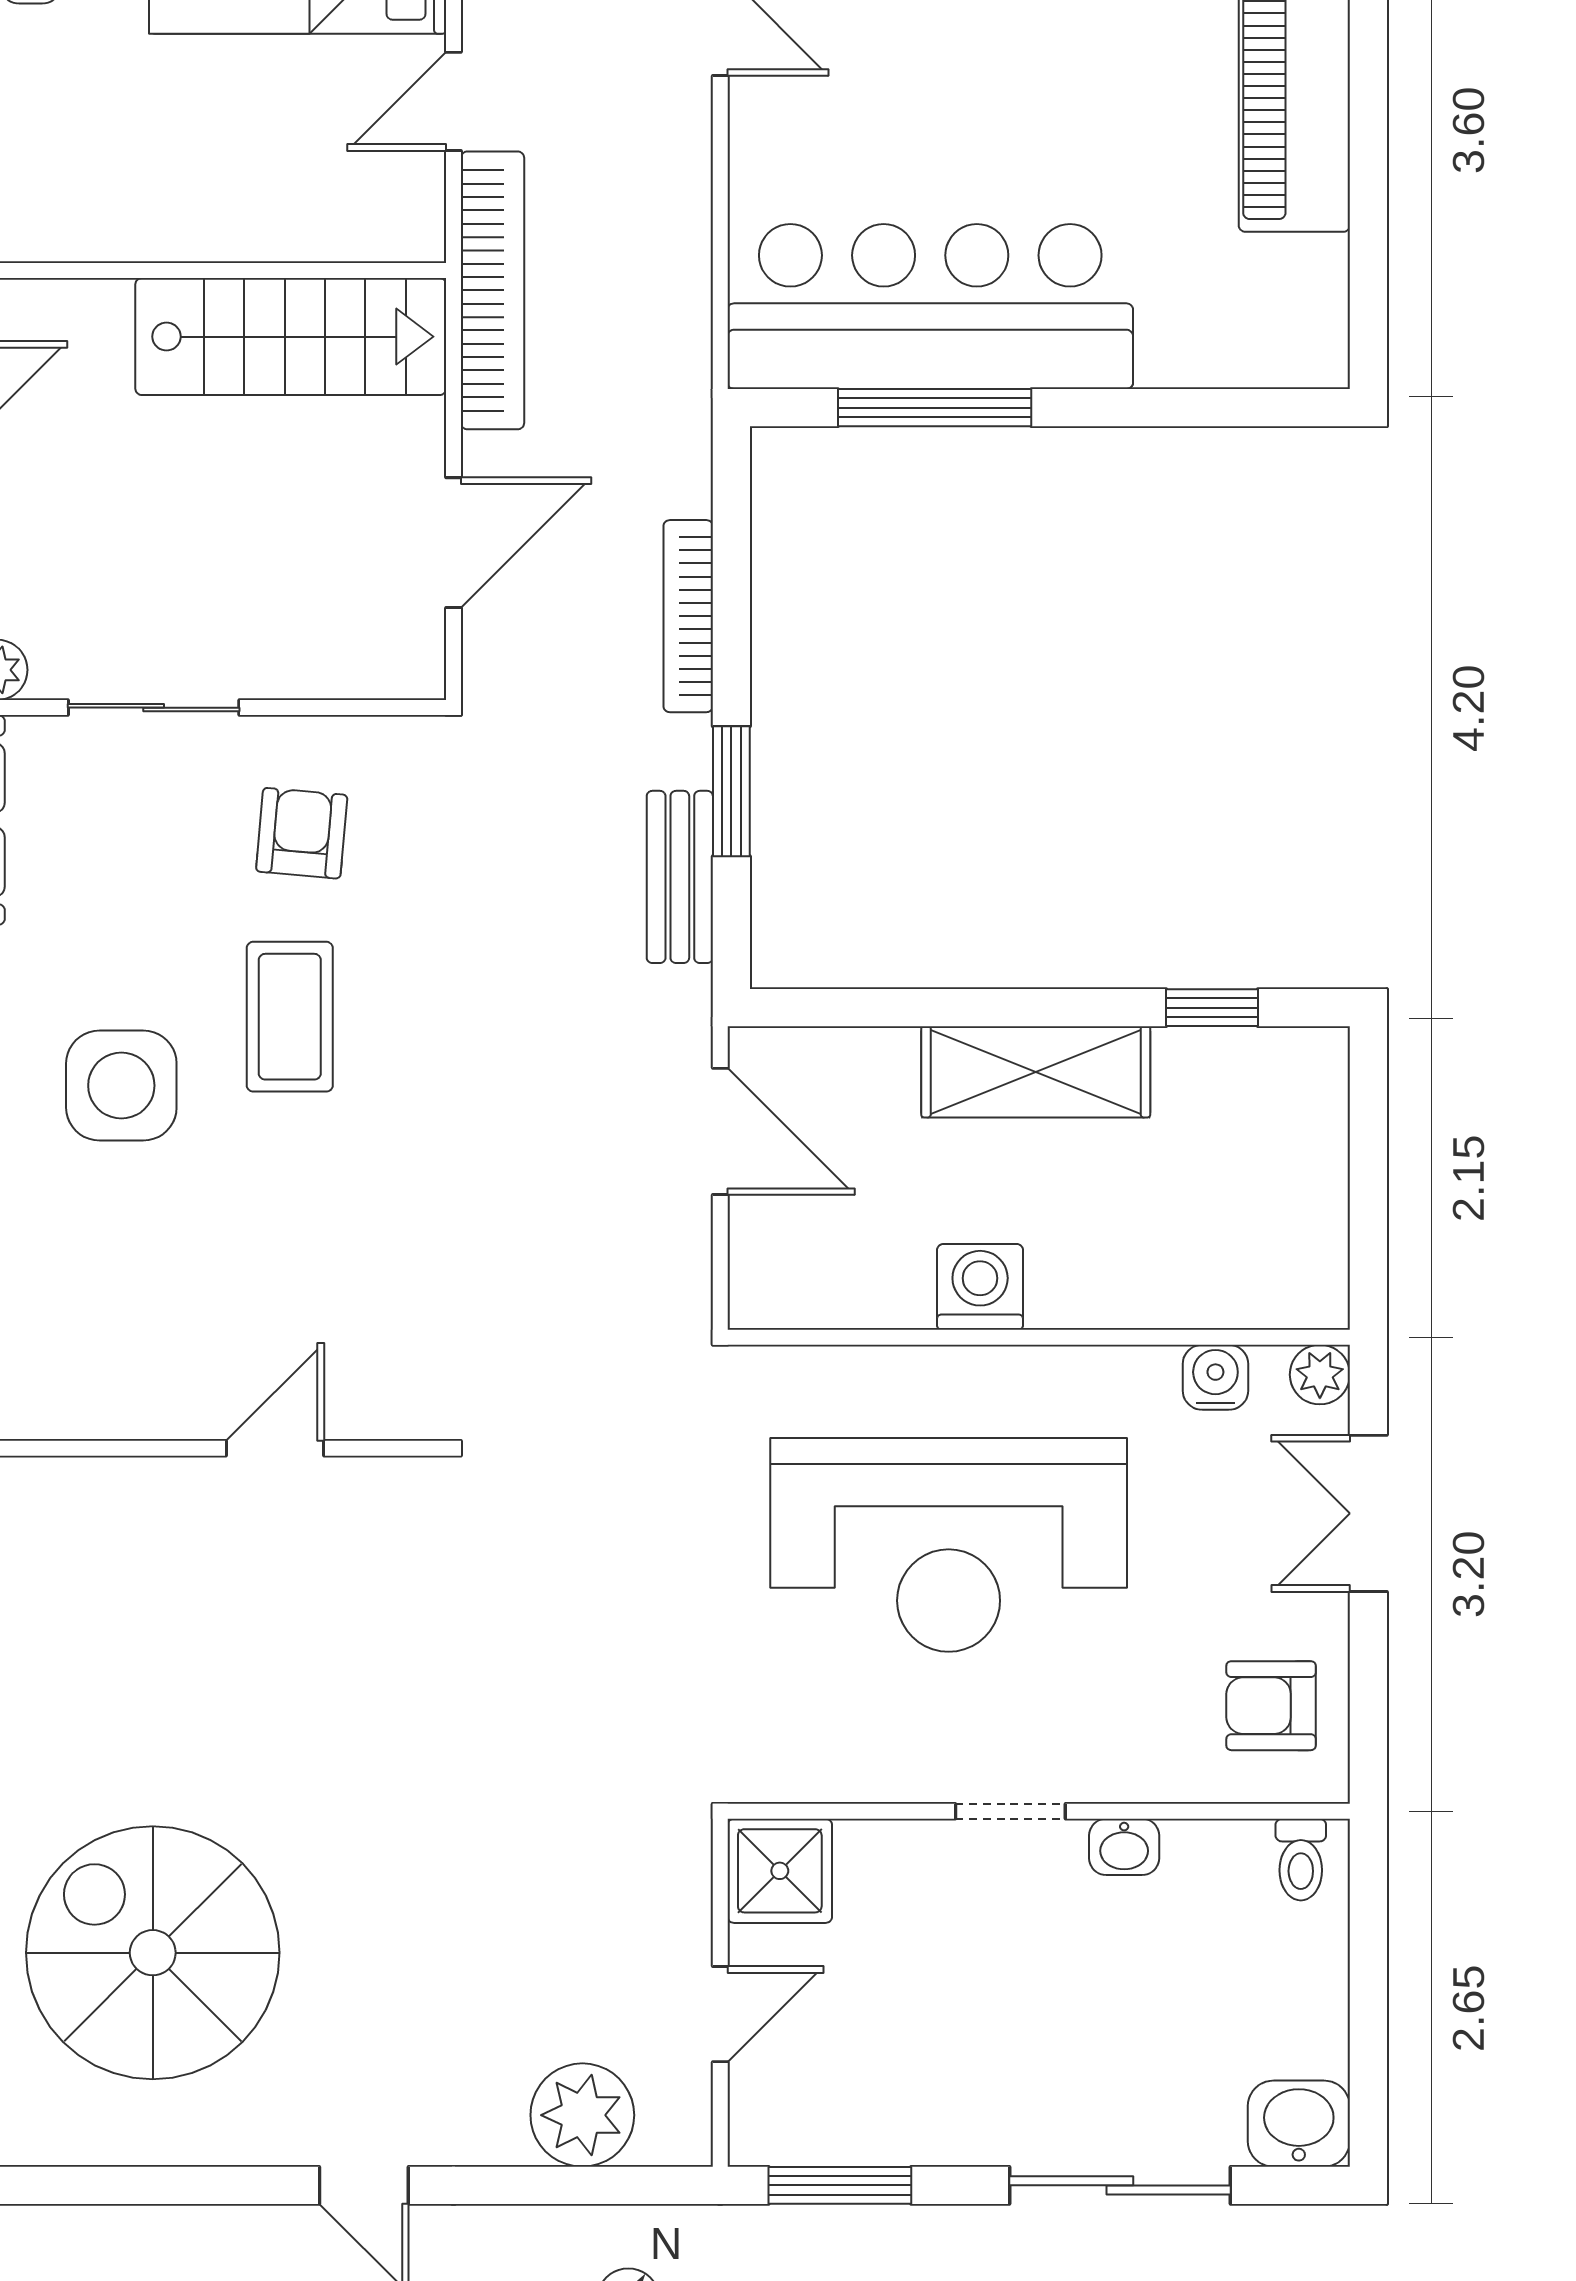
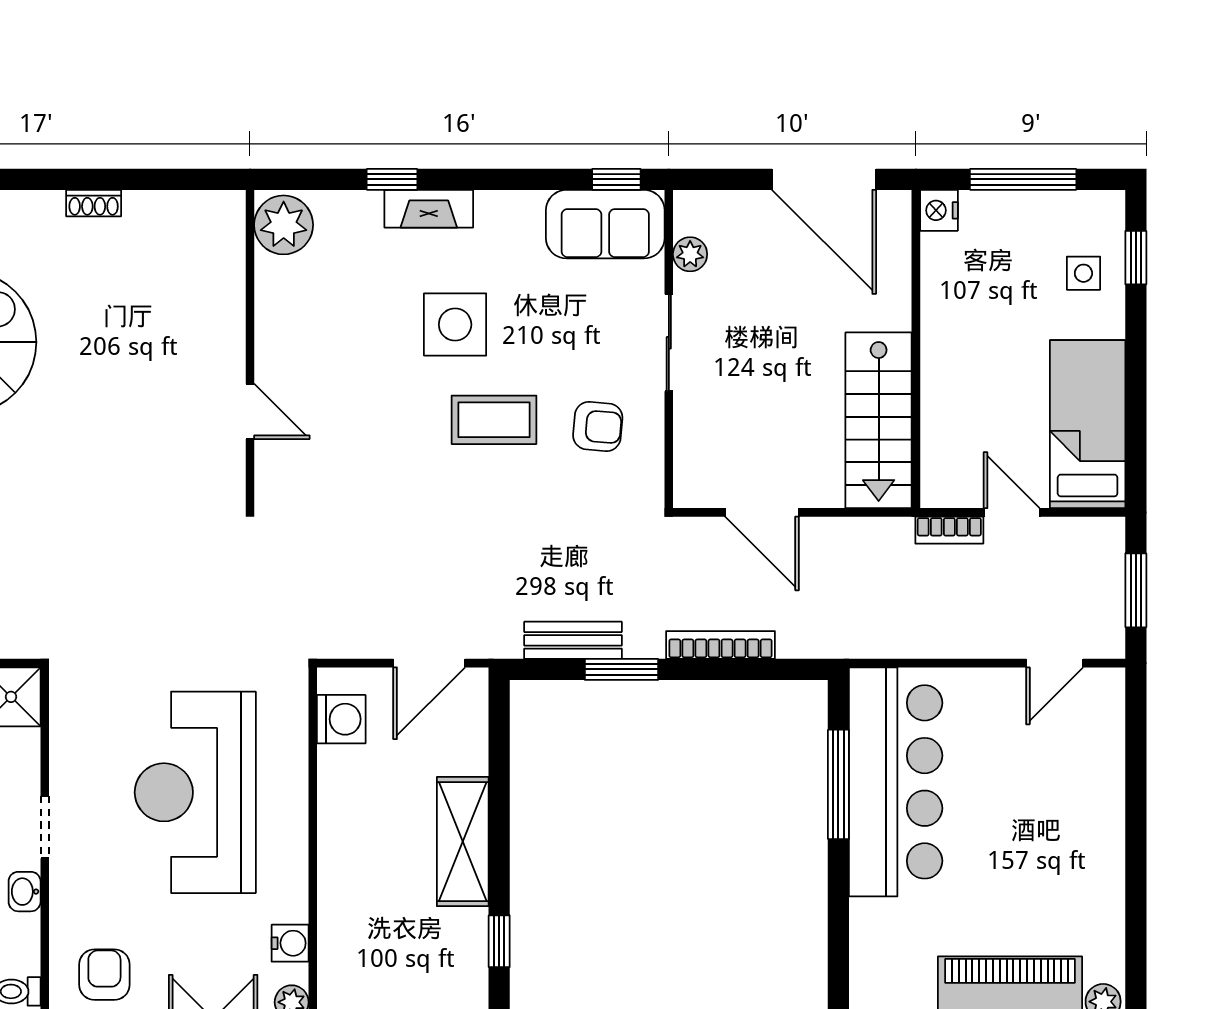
bookcase: (492, 290) -> (949, 530), width x0.43, depth x0.76
washing machine: (980, 1287) -> (341, 719), moved

